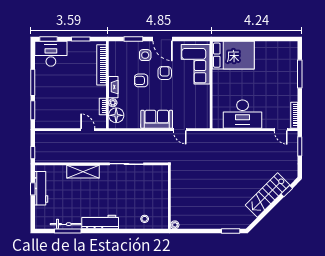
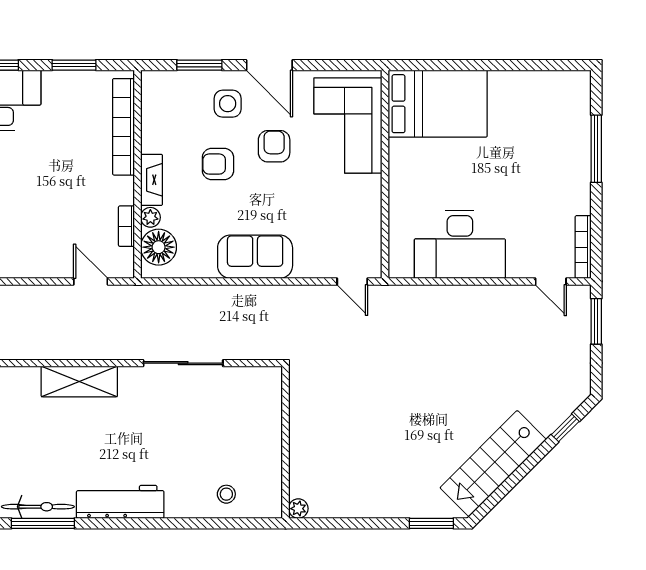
door: (180, 130) -> (352, 281), moved
stairs: (268, 195) -> (493, 464), moved

